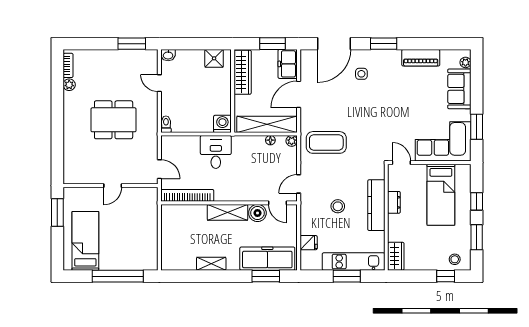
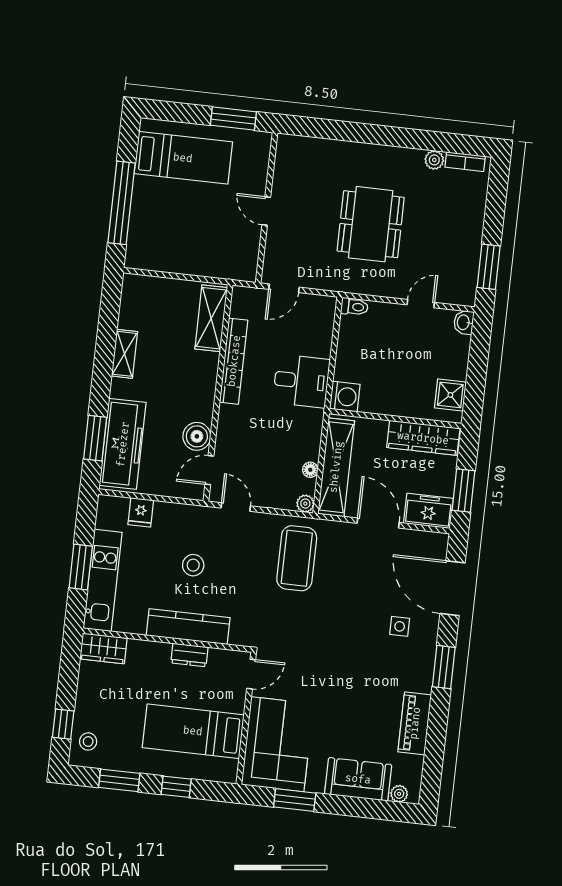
bookcase: (187, 195) -> (234, 361), moved
shelving: (228, 212) -> (211, 318), moved

